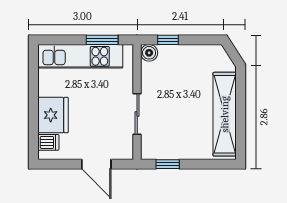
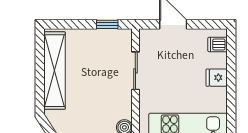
fridge: (53, 115) -> (217, 78), width x0.53, depth x0.75

